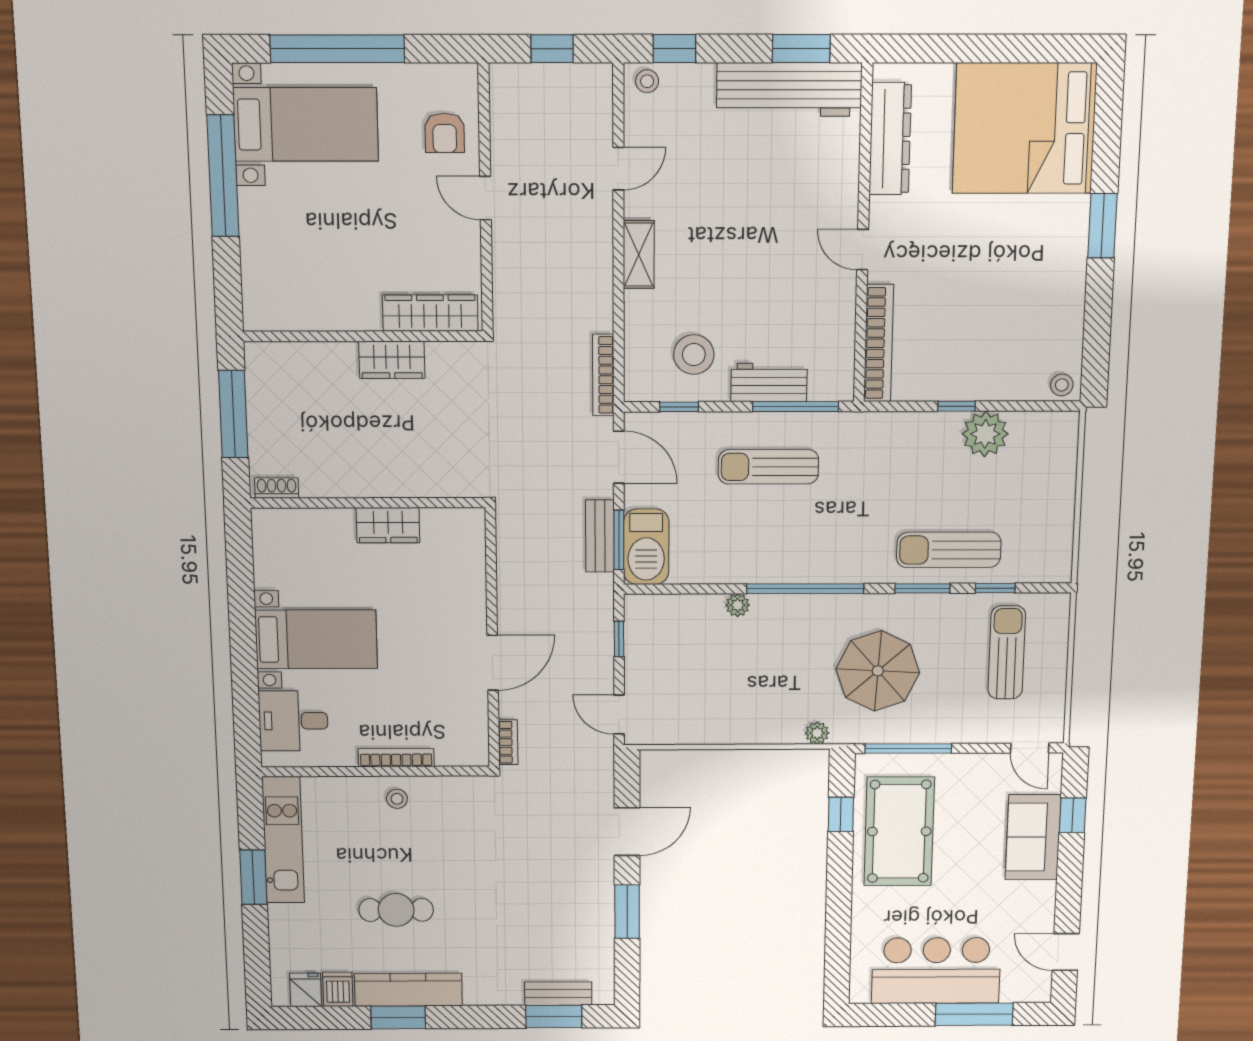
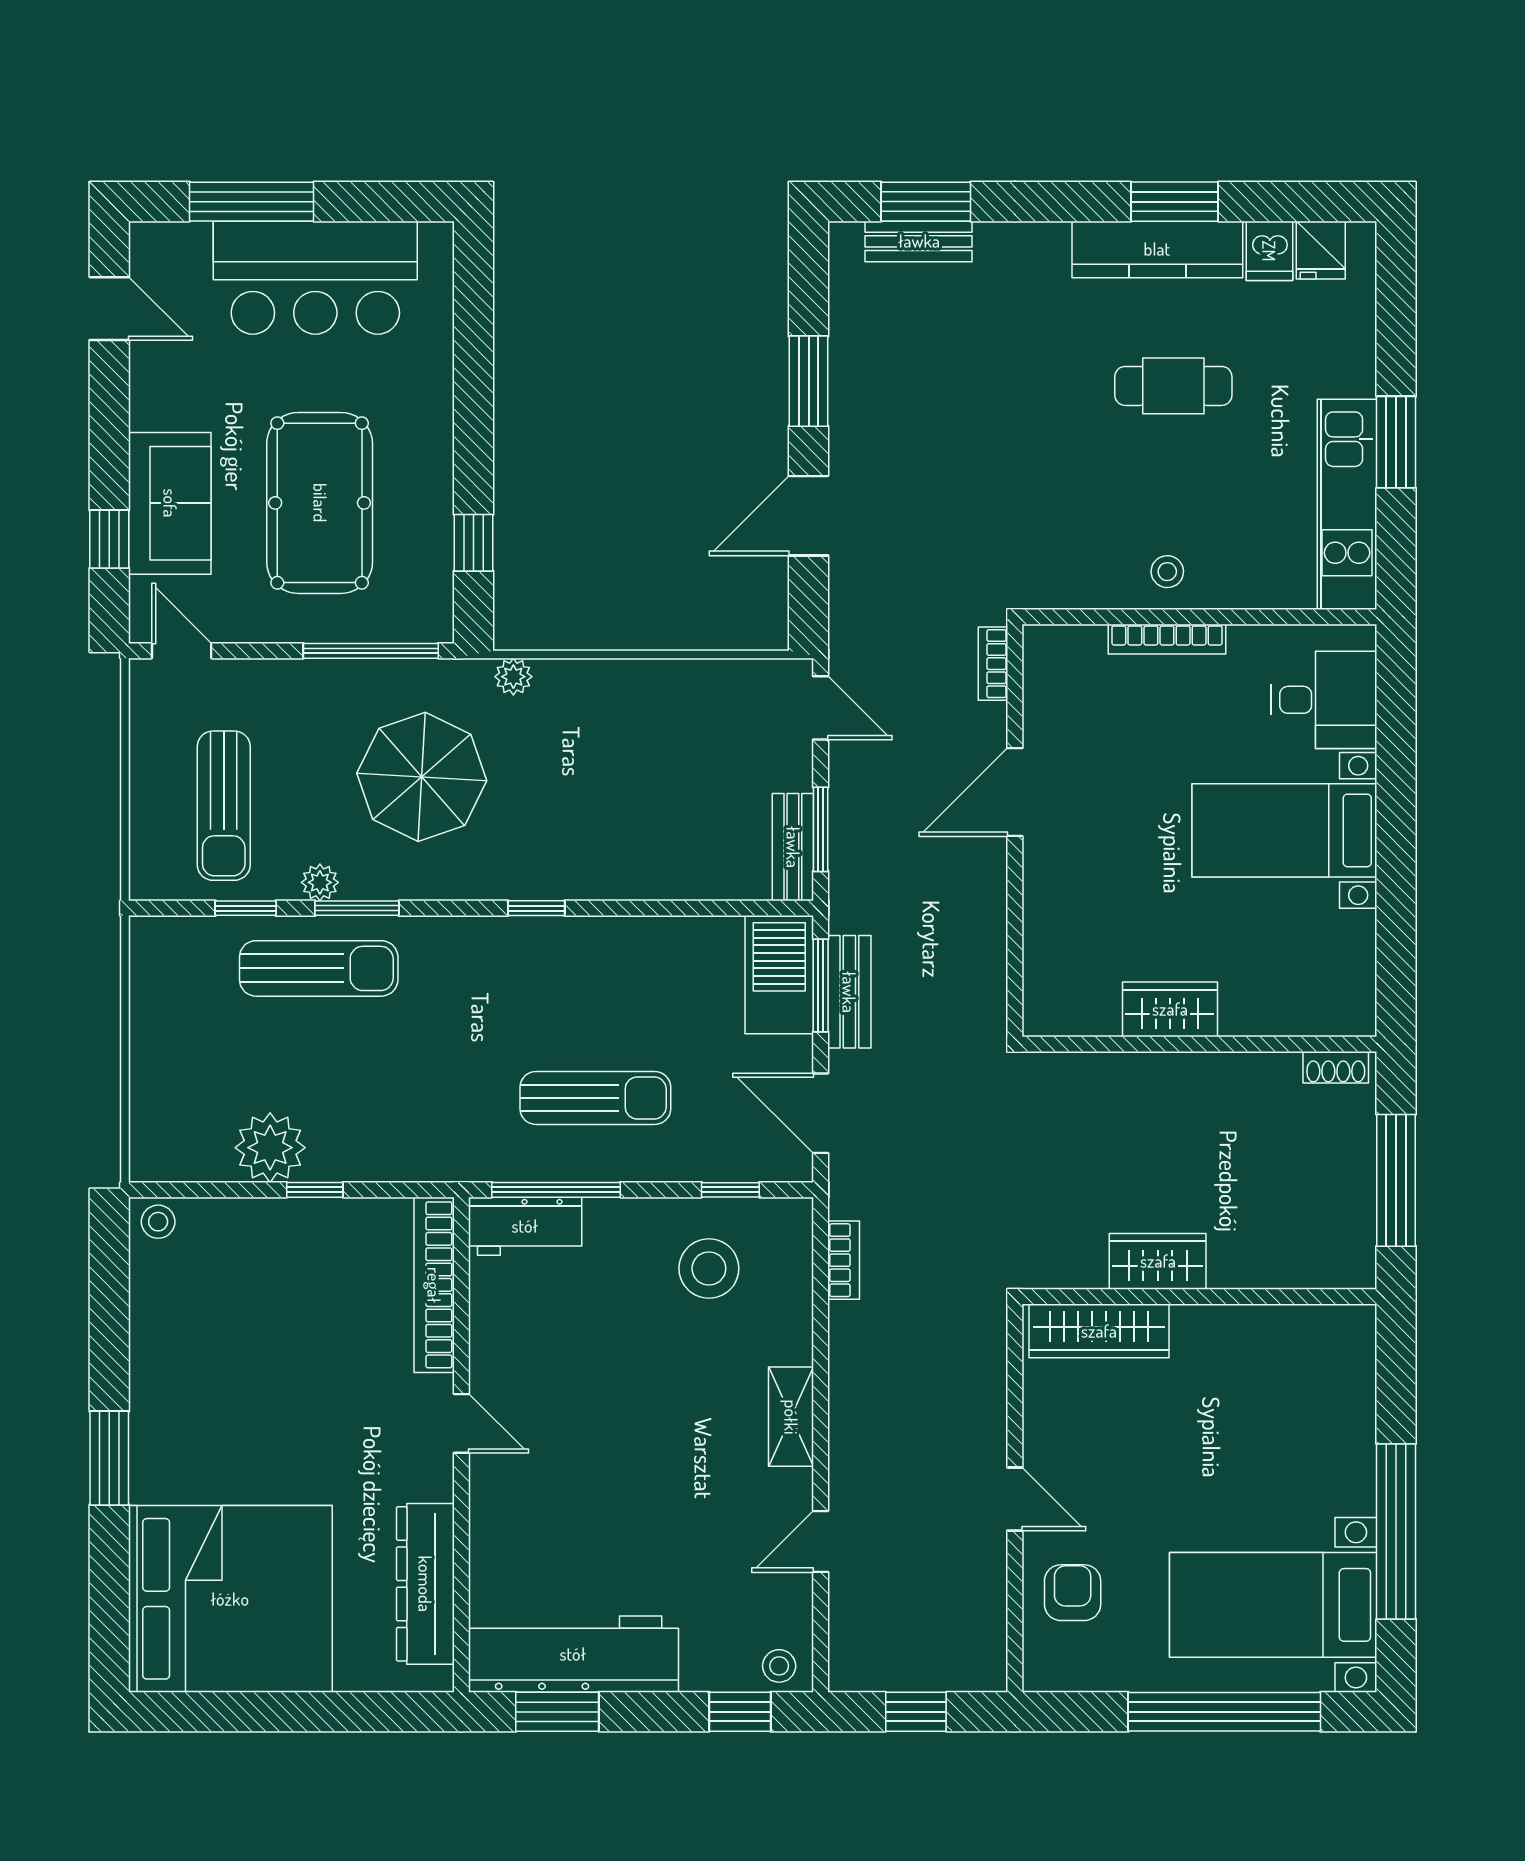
bookcase: (603, 375) -> (844, 1260), width x0.64
workbench: (769, 382) -> (525, 1226), moved
window: (805, 589) -> (536, 908), width x0.32
plant: (738, 605) -> (320, 882), moved
bench: (637, 628) -> (793, 847), added
window: (619, 639) -> (821, 829), width x1.50
pool table: (899, 831) -> (320, 503), moved

